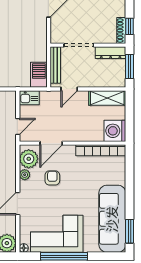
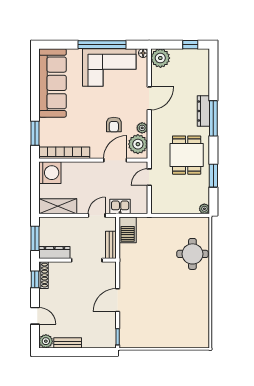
bench: (55, 65) -> (111, 245), width x0.73
kitchen sink: (29, 98) -> (120, 206), moved
window: (130, 231) -> (35, 133), moved

